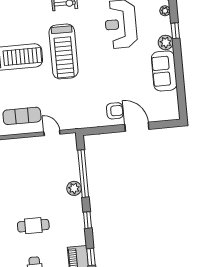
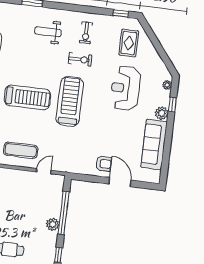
treadmill: (64, 51) -> (70, 101), turned 180
sofa: (164, 71) -> (154, 144), width x1.36
door: (52, 133) -> (44, 171), hinge flipped

